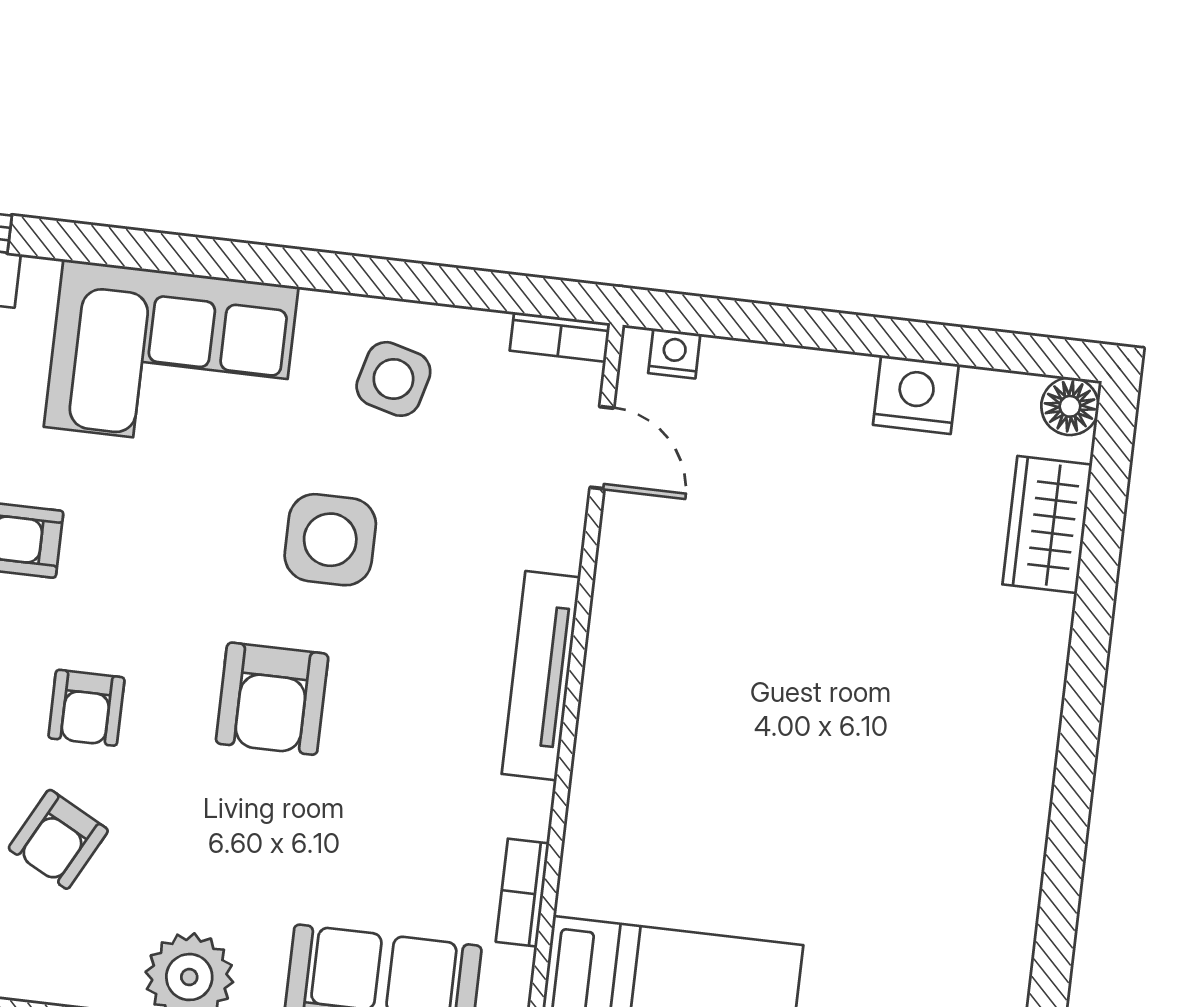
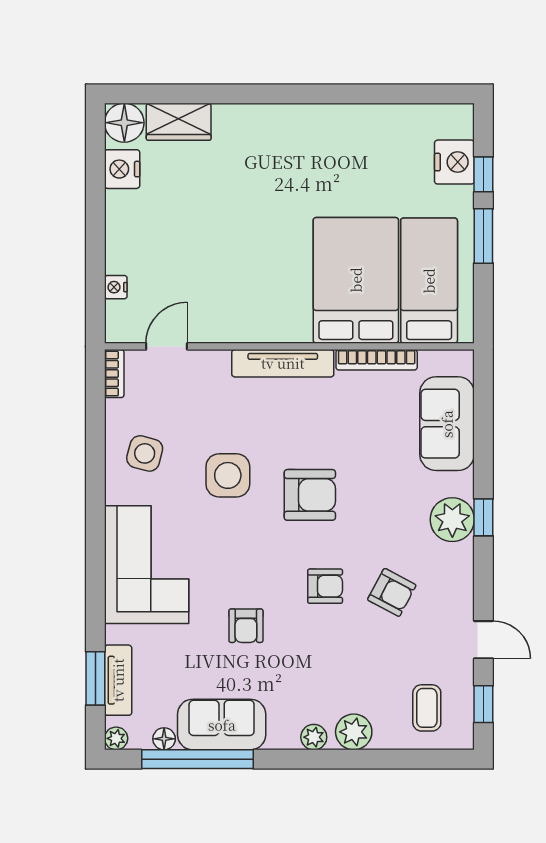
nightstand: (674, 353) -> (116, 287), moved
nightstand: (916, 395) -> (122, 169), moved
floor lamp: (1070, 406) -> (124, 123), width x1.38, depth x1.38
bed: (689, 841) -> (356, 280), added
bookcase: (522, 893) -> (377, 360), width x1.56

